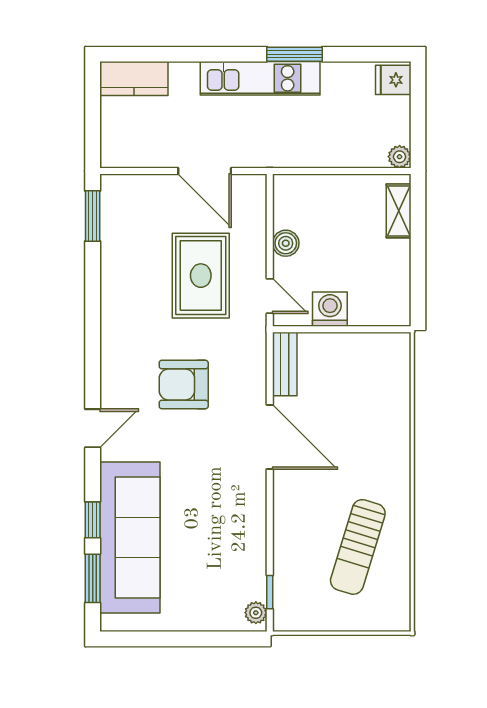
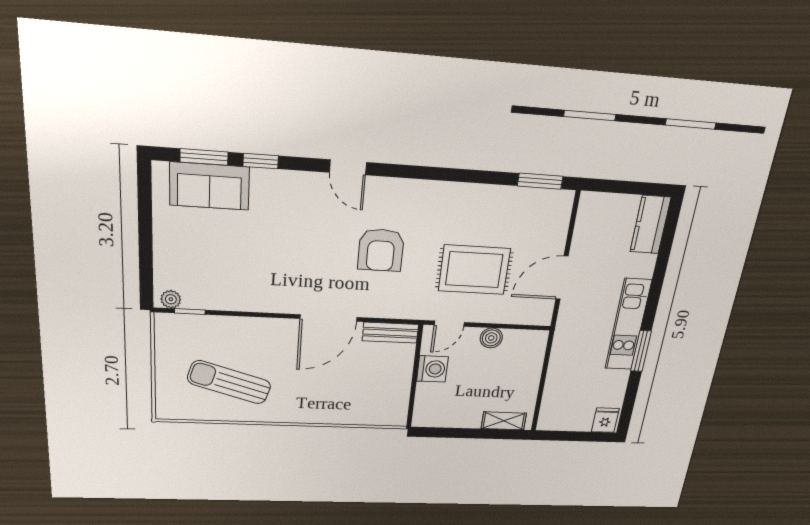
plant: (400, 157) -> (546, 423), removed
armchair: (184, 385) -> (381, 250), turned 180
sofa: (130, 538) -> (209, 186), width x0.54, depth x0.79

